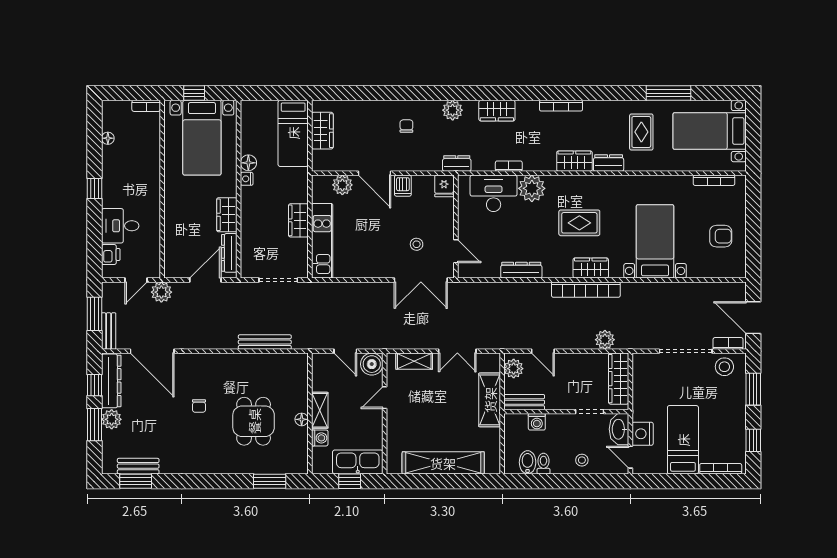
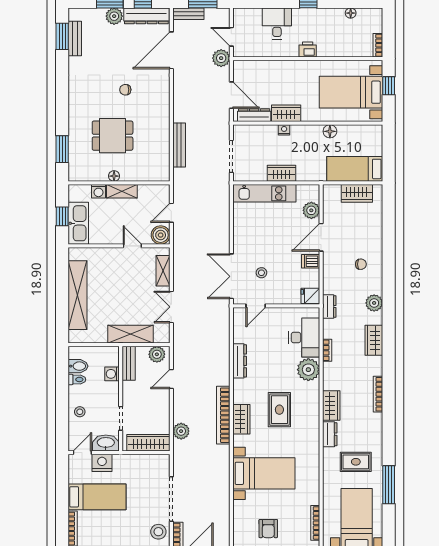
nightstand: (247, 179) -> (284, 130), moved
printer: (111, 255) -> (308, 49), moved, turned 180

